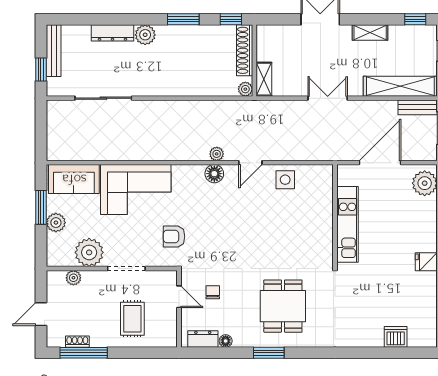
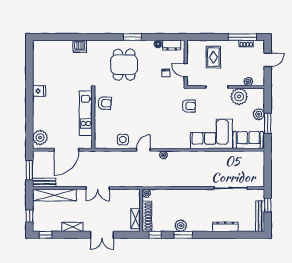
plant: (145, 35) -> (181, 226), moved
shelving: (264, 79) -> (135, 219), moved
floor lamp: (214, 174) -> (165, 143), removed
armchair: (316, 241) -> (105, 103), added
dishwasher: (396, 337) -> (80, 46), moved

